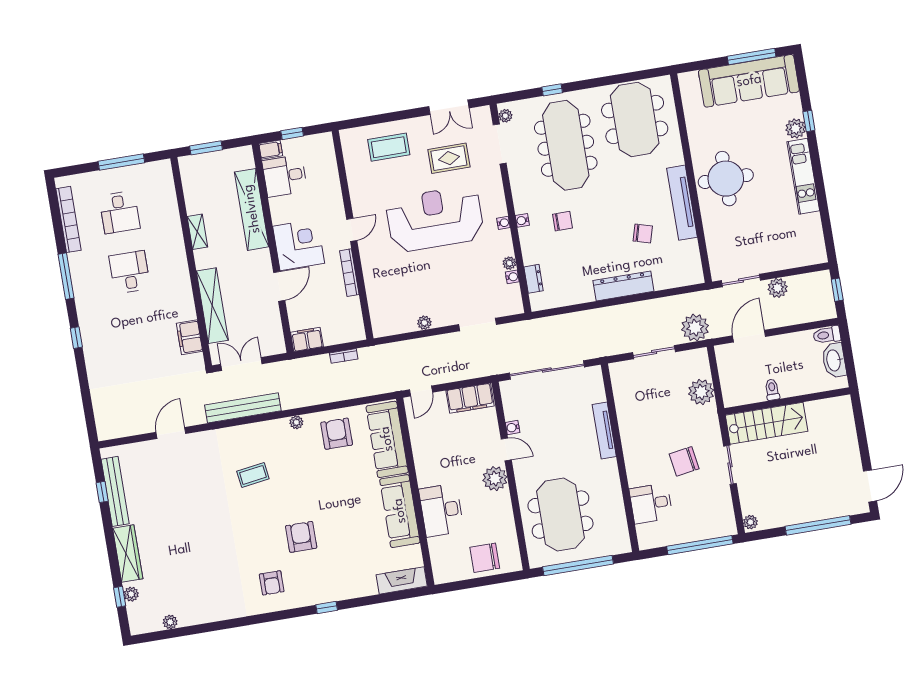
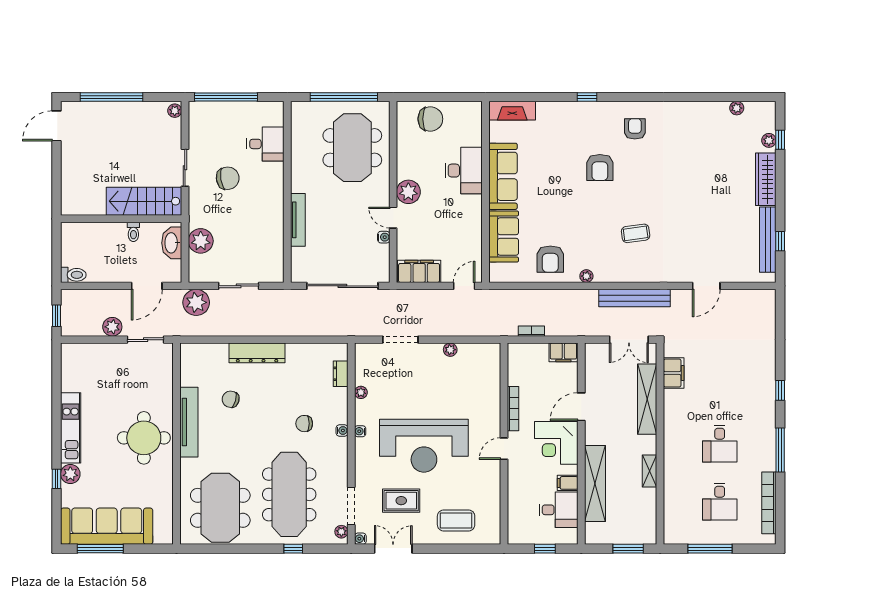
filing cabinet: (271, 150) -> (568, 483), moved
desk: (120, 212) -> (720, 502), turned 180
water cooler: (512, 277) -> (360, 539), moved
washbasin: (834, 360) -> (172, 243), moved, turned 180
sofa: (387, 439) -> (504, 236), width x0.73

